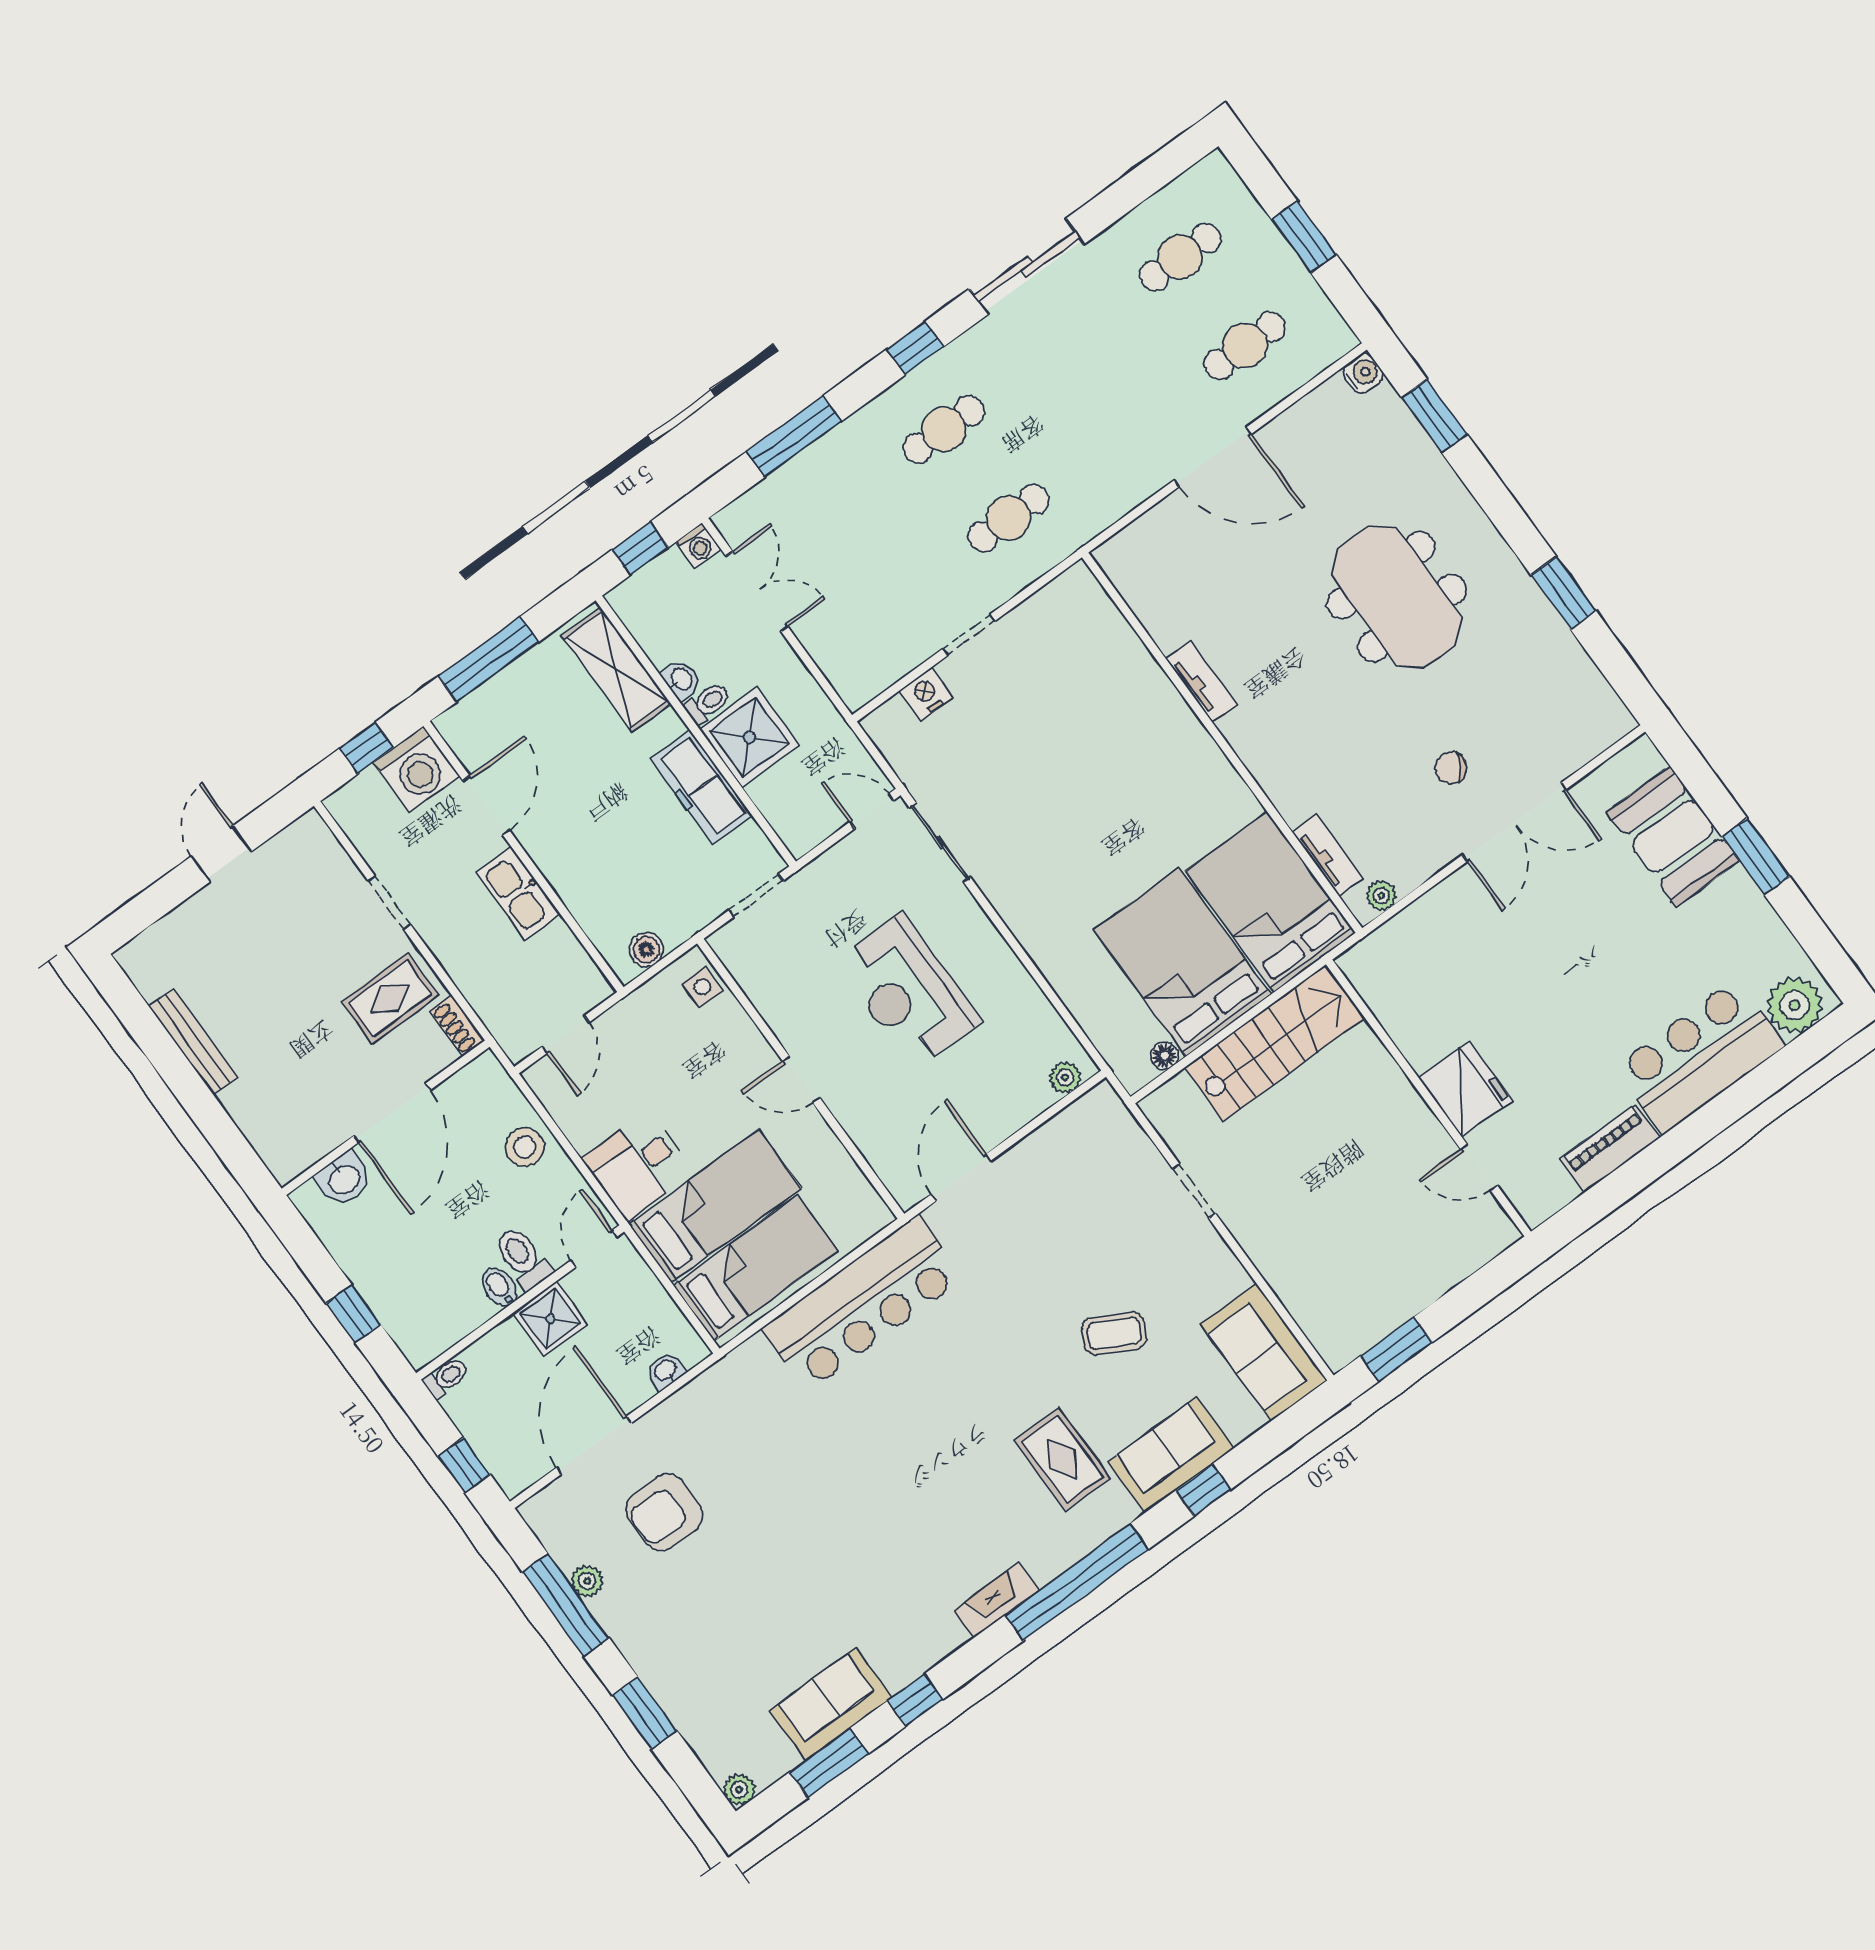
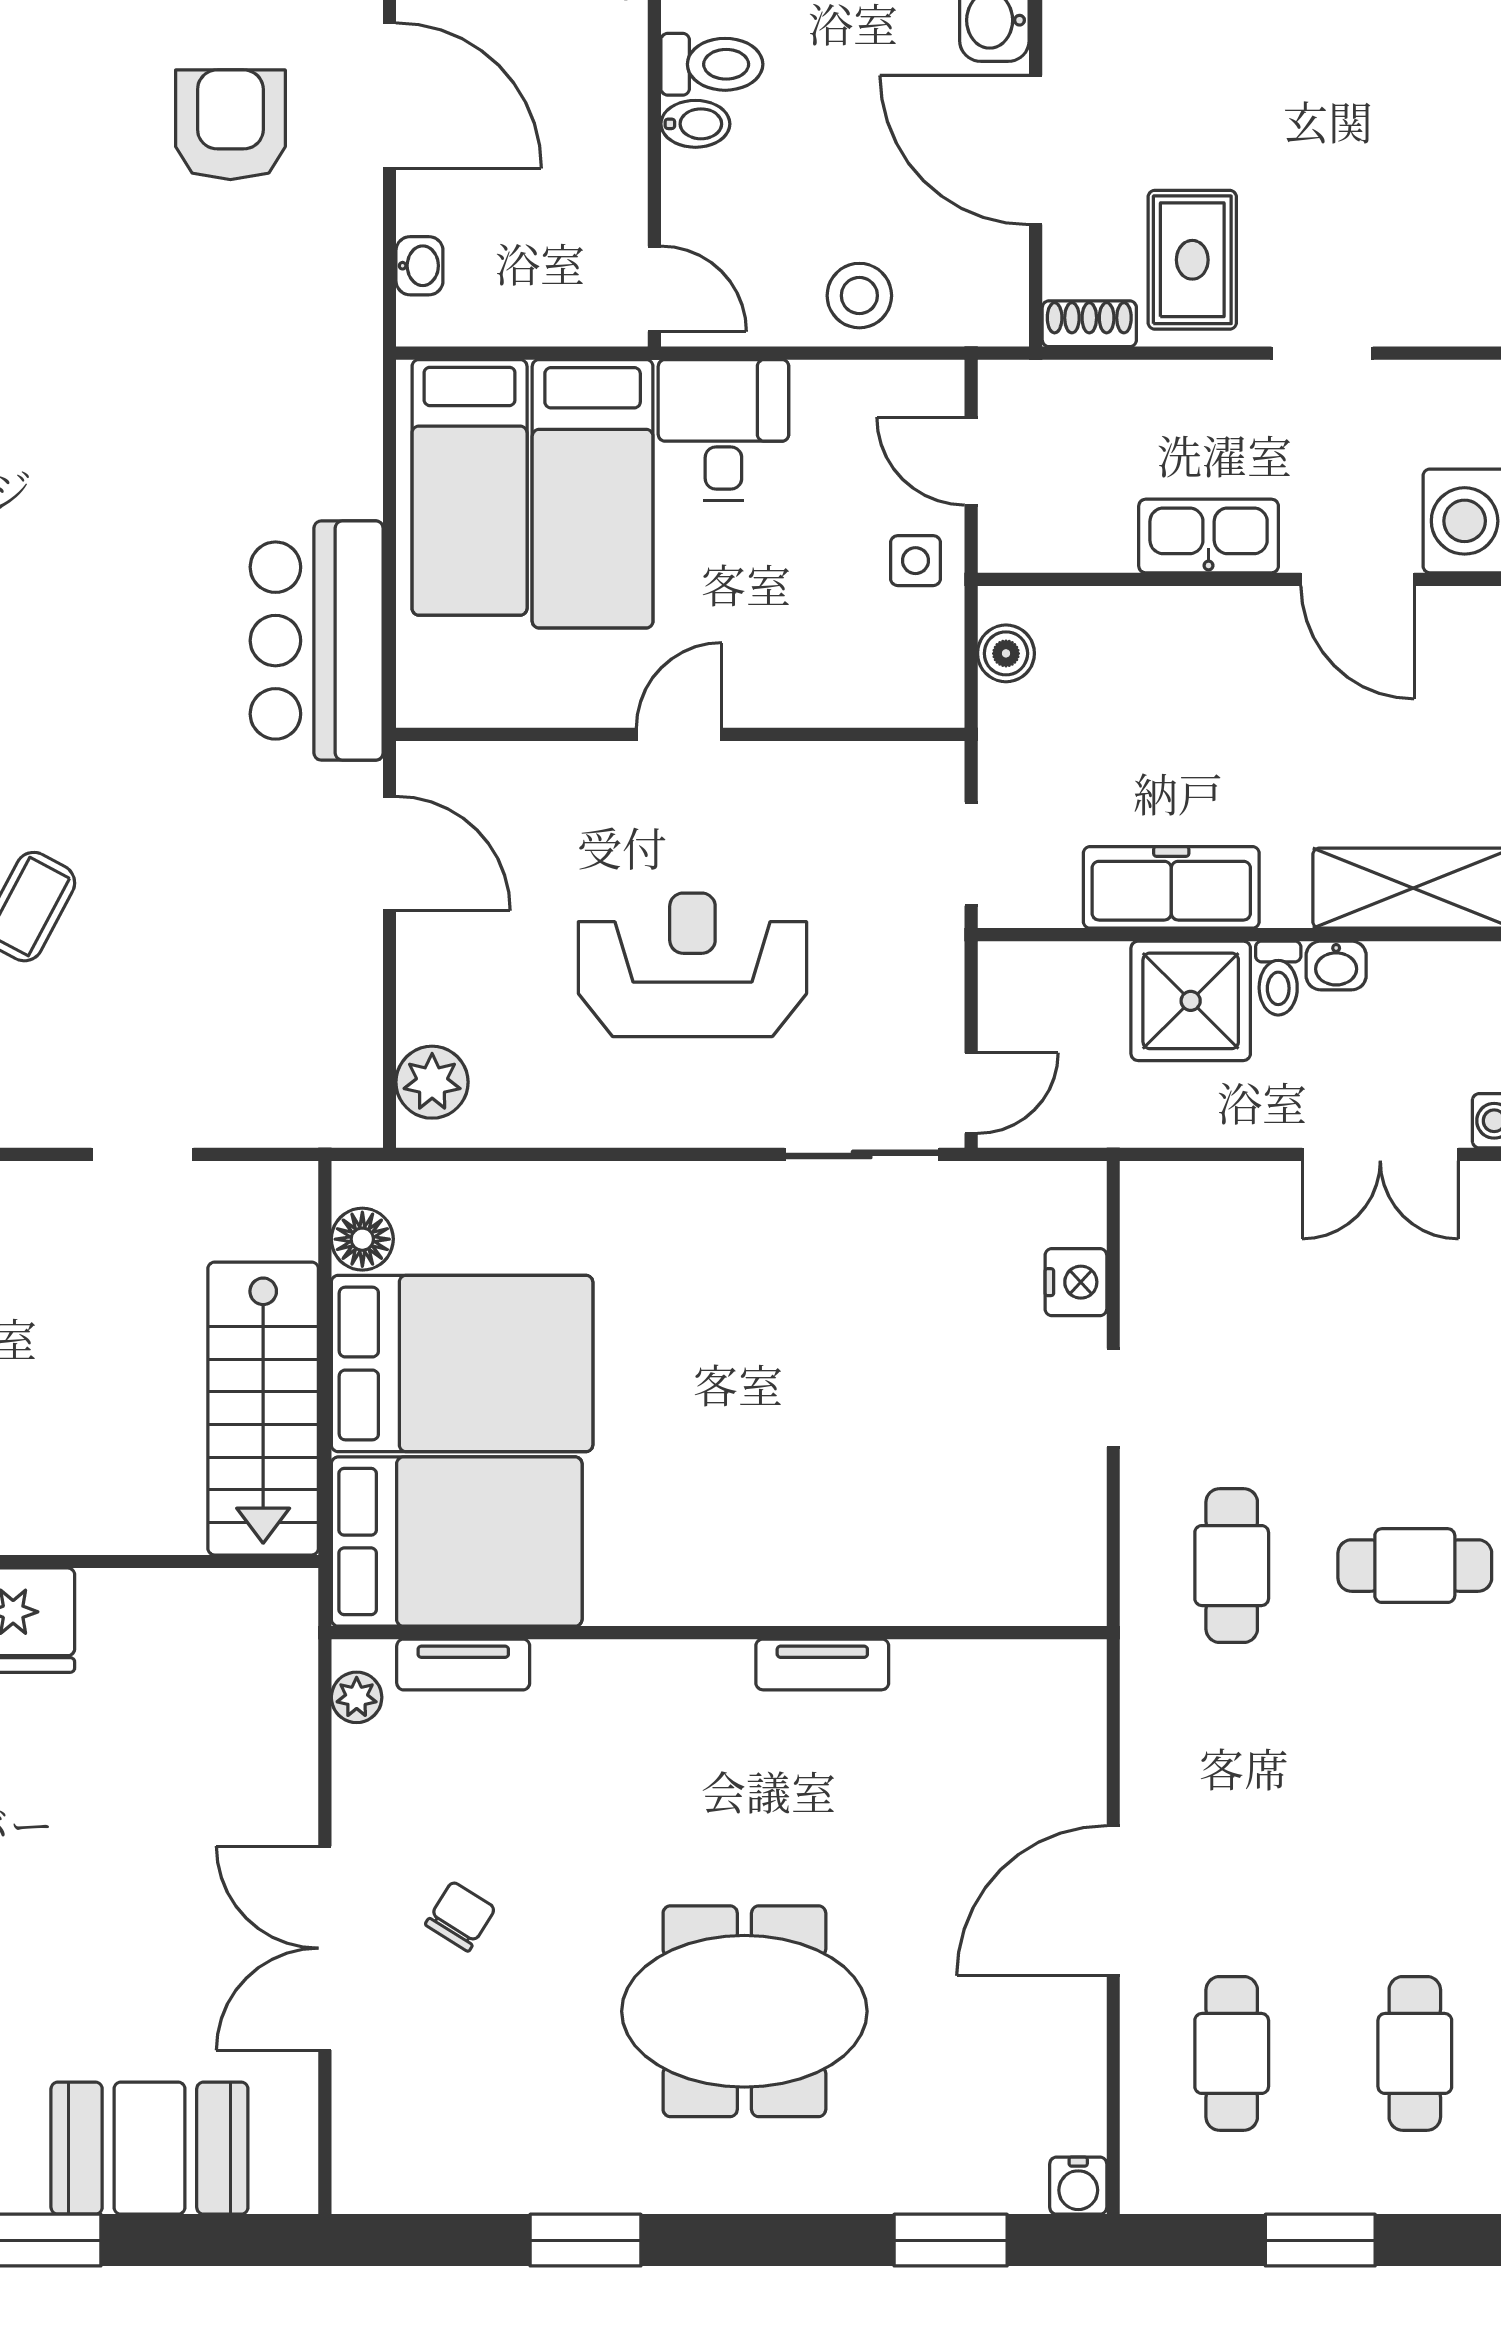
cafe table: (944, 429) -> (1415, 1566), turned 90
side table: (702, 987) -> (915, 561), moved
floor lamp: (1164, 1056) -> (362, 1239), width x1.37, depth x1.37
plant: (1065, 1077) -> (432, 1082), width x1.38, depth x1.38
toilet: (523, 1258) -> (712, 64), moved
bar counter: (863, 1303) -> (317, 641), width x0.73
shower: (550, 1319) -> (603, 161), removed

